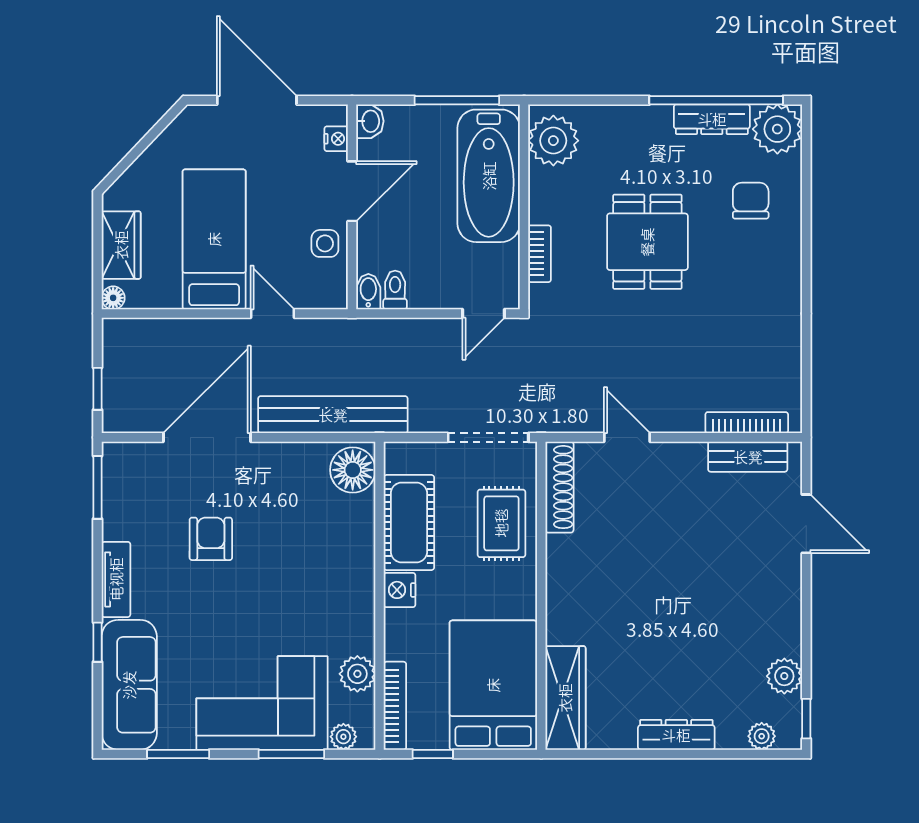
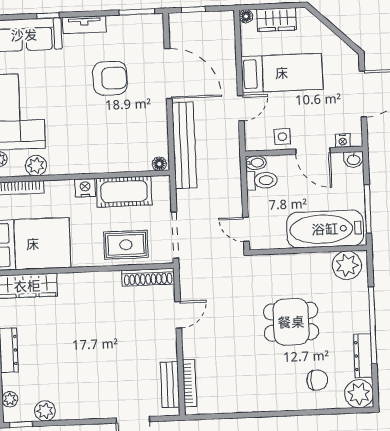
window: (716, 100) -> (373, 325), moved
bookcase: (540, 254) -> (282, 260), removed
toilet: (395, 290) -> (262, 180), width x1.37, depth x1.39
floor lamp: (353, 470) -> (159, 164), width x0.53, depth x0.53
armchair: (211, 539) -> (110, 78), width x1.38, depth x1.38

